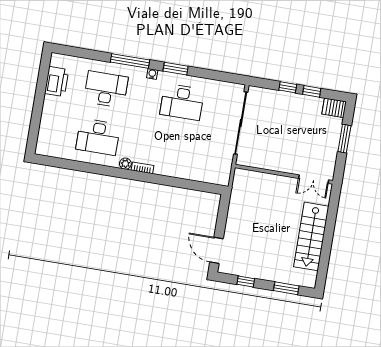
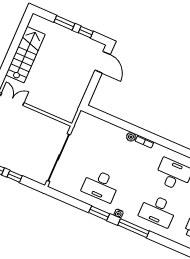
desk: (182, 102) -> (101, 186), turned 180
plant: (125, 164) -> (131, 137), moved
window: (286, 288) -> (64, 23), moved

